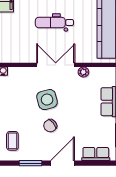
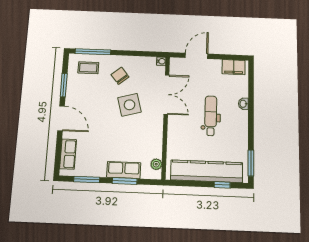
double door: (56, 65) -> (167, 95), moved
plant: (83, 72) -> (156, 164), moved
chair: (50, 126) -> (120, 76), moved

